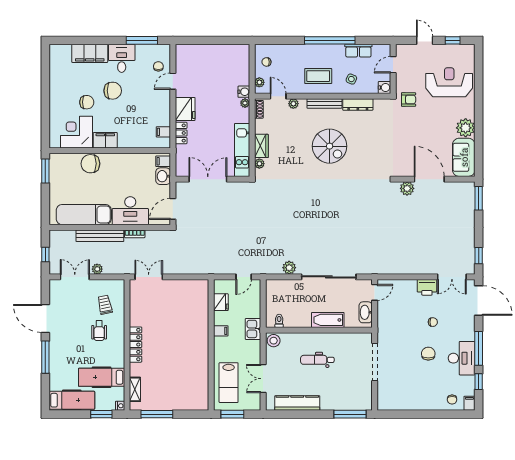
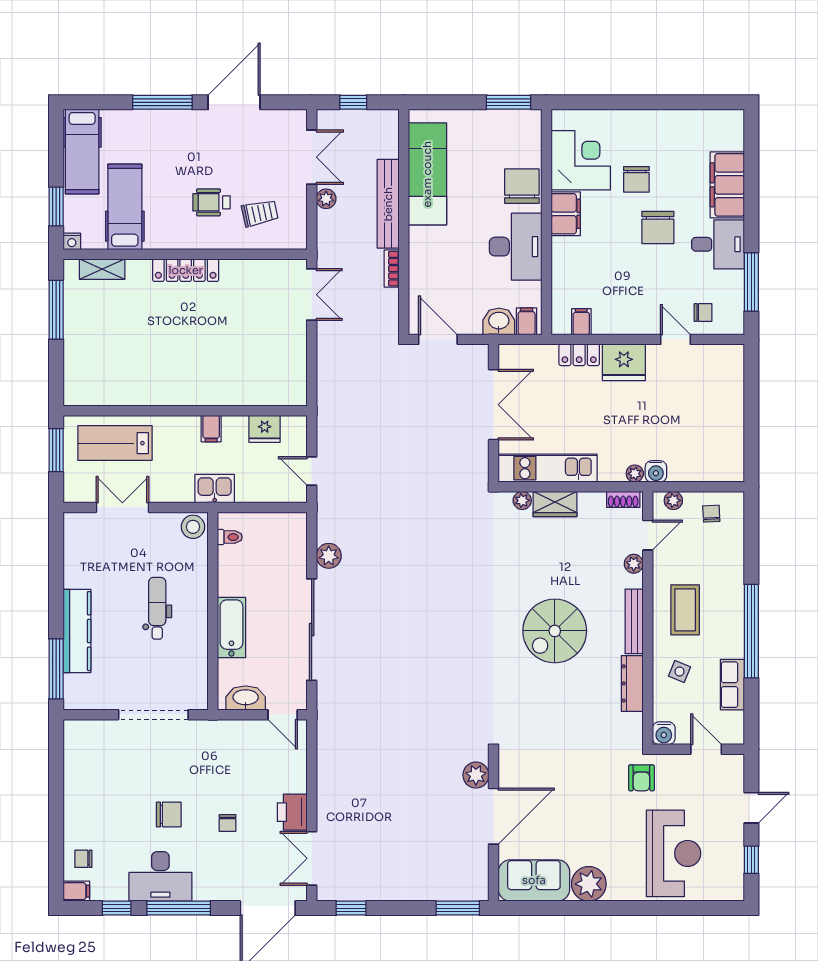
desk: (130, 211) -> (516, 247), moved, turned 180
kitchen counter: (297, 403) -> (77, 631), moved

